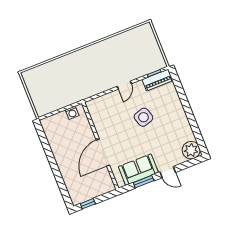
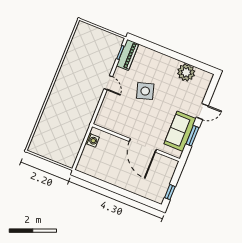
plant: (191, 150) -> (186, 72), moved

